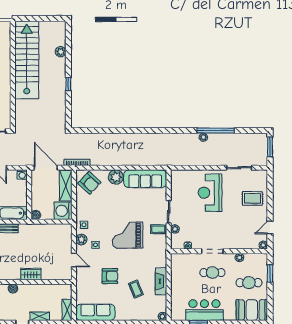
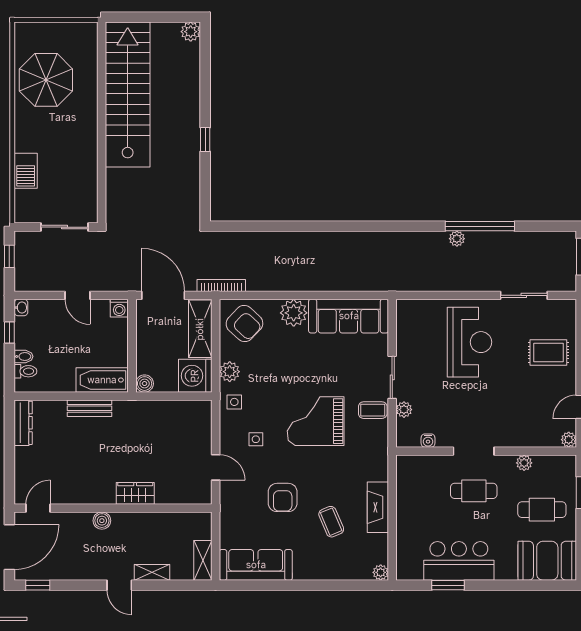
plant: (61, 52) -> (191, 32), moved
reception desk: (210, 193) -> (470, 342), turned 180
plant: (81, 240) -> (230, 372), moved
armchair: (110, 276) -> (283, 497), turned 90

